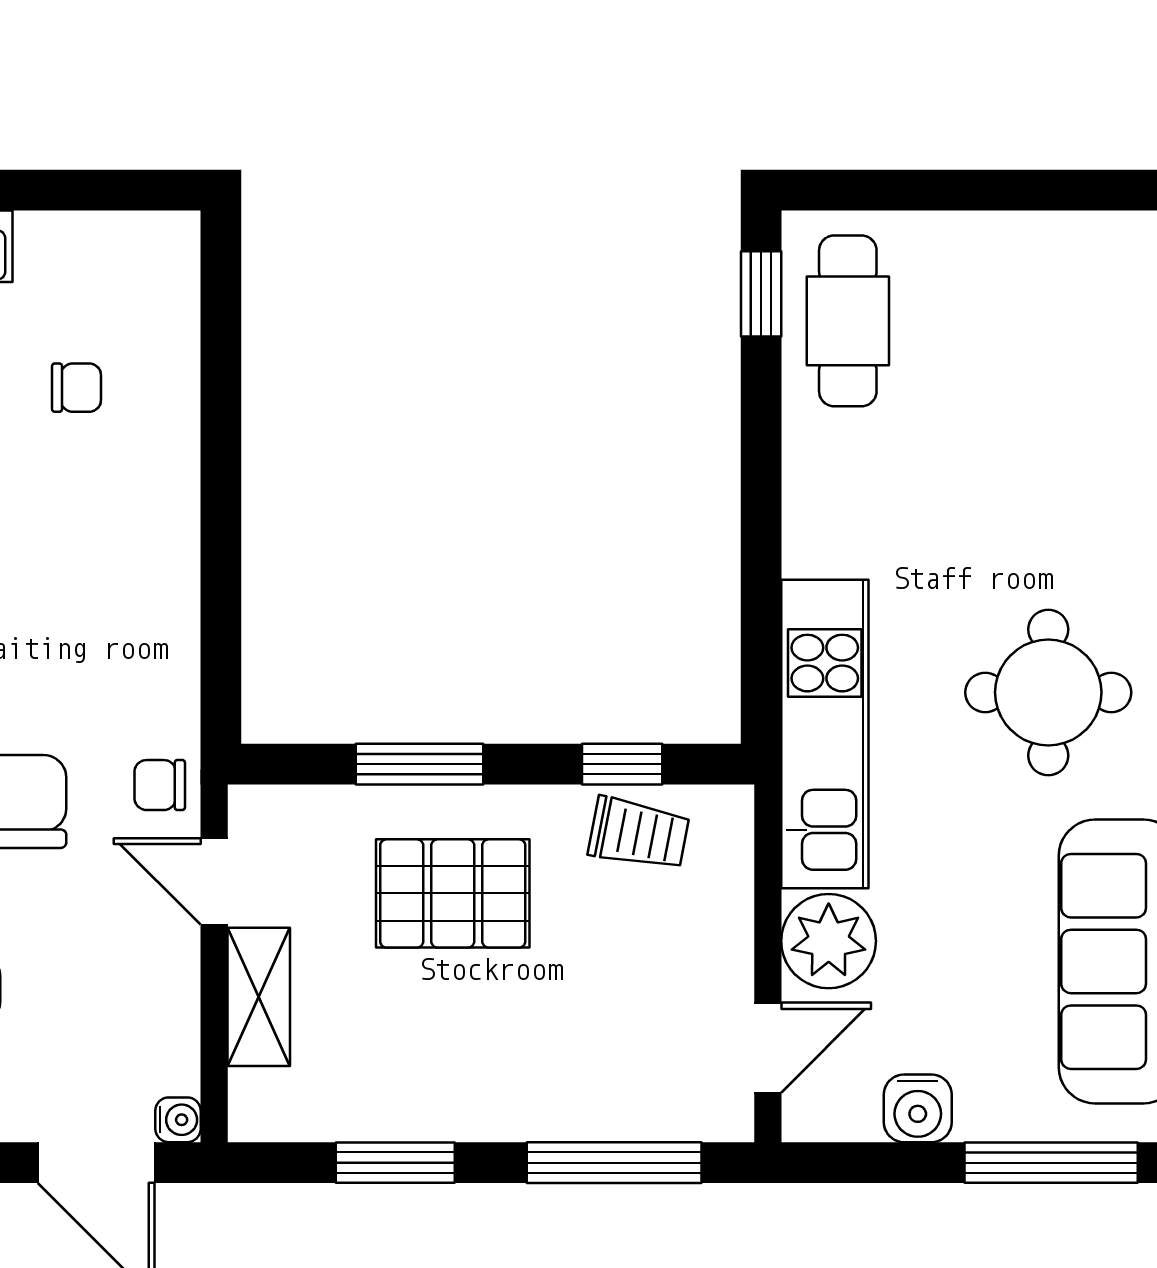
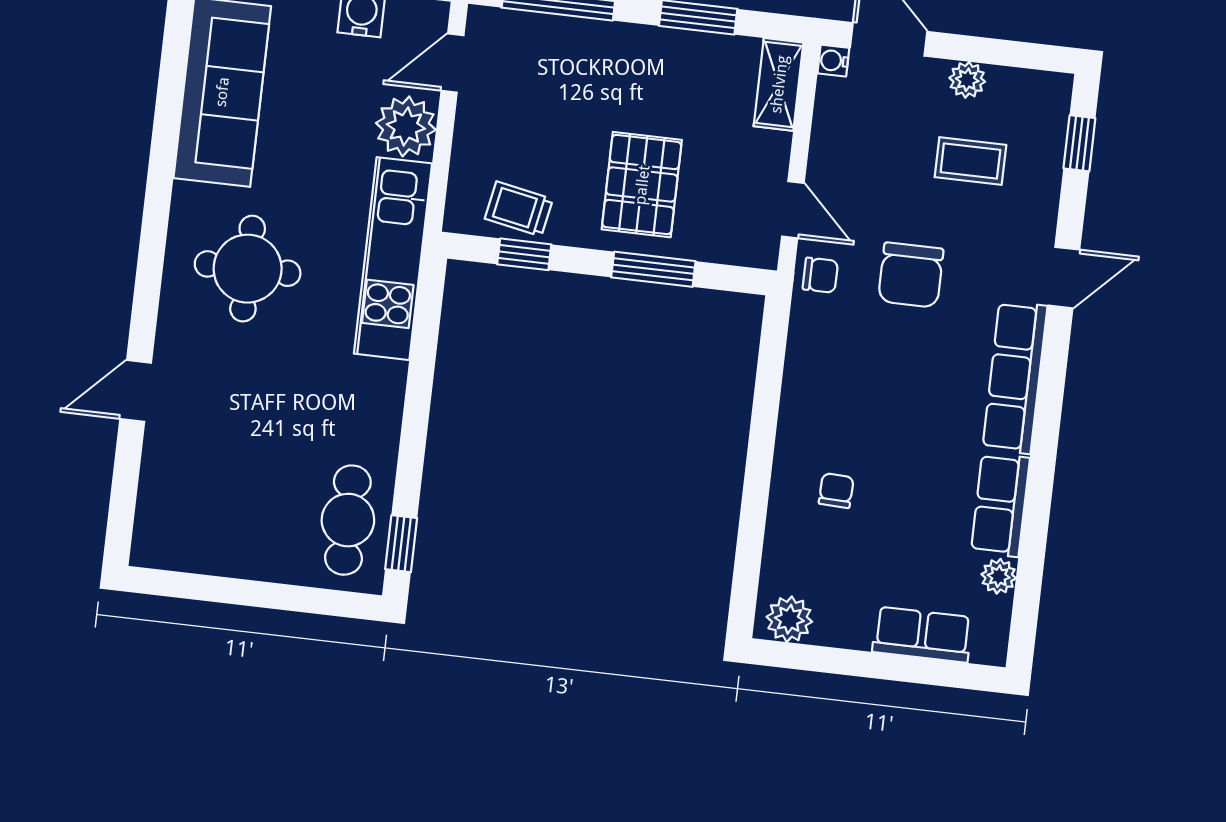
plant: (146, 246) -> (789, 619), added
chair: (77, 388) -> (836, 491), moved, turned 92
pallet: (453, 893) -> (642, 185), turned 90
shelving: (259, 997) -> (779, 84), moved

